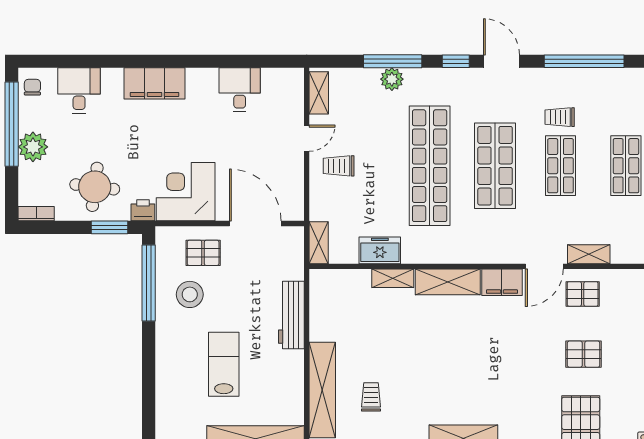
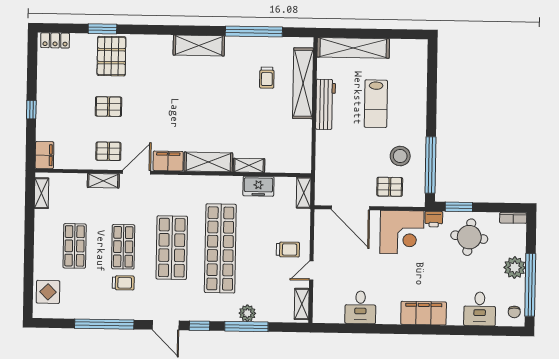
workbench: (291, 315) -> (326, 104), moved

